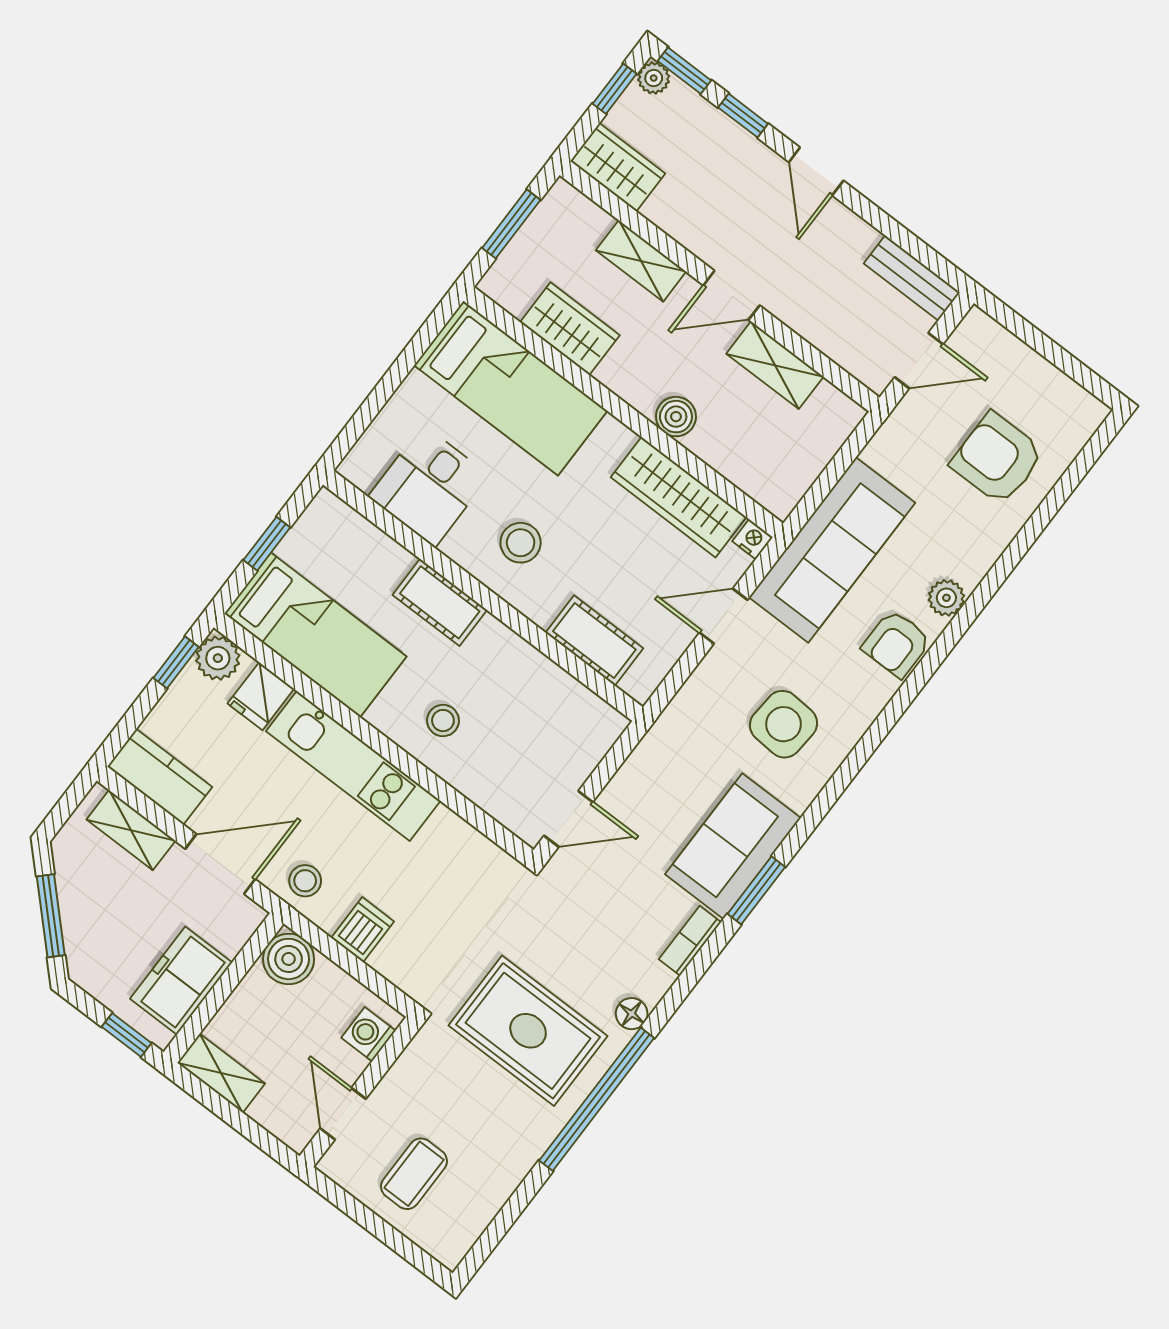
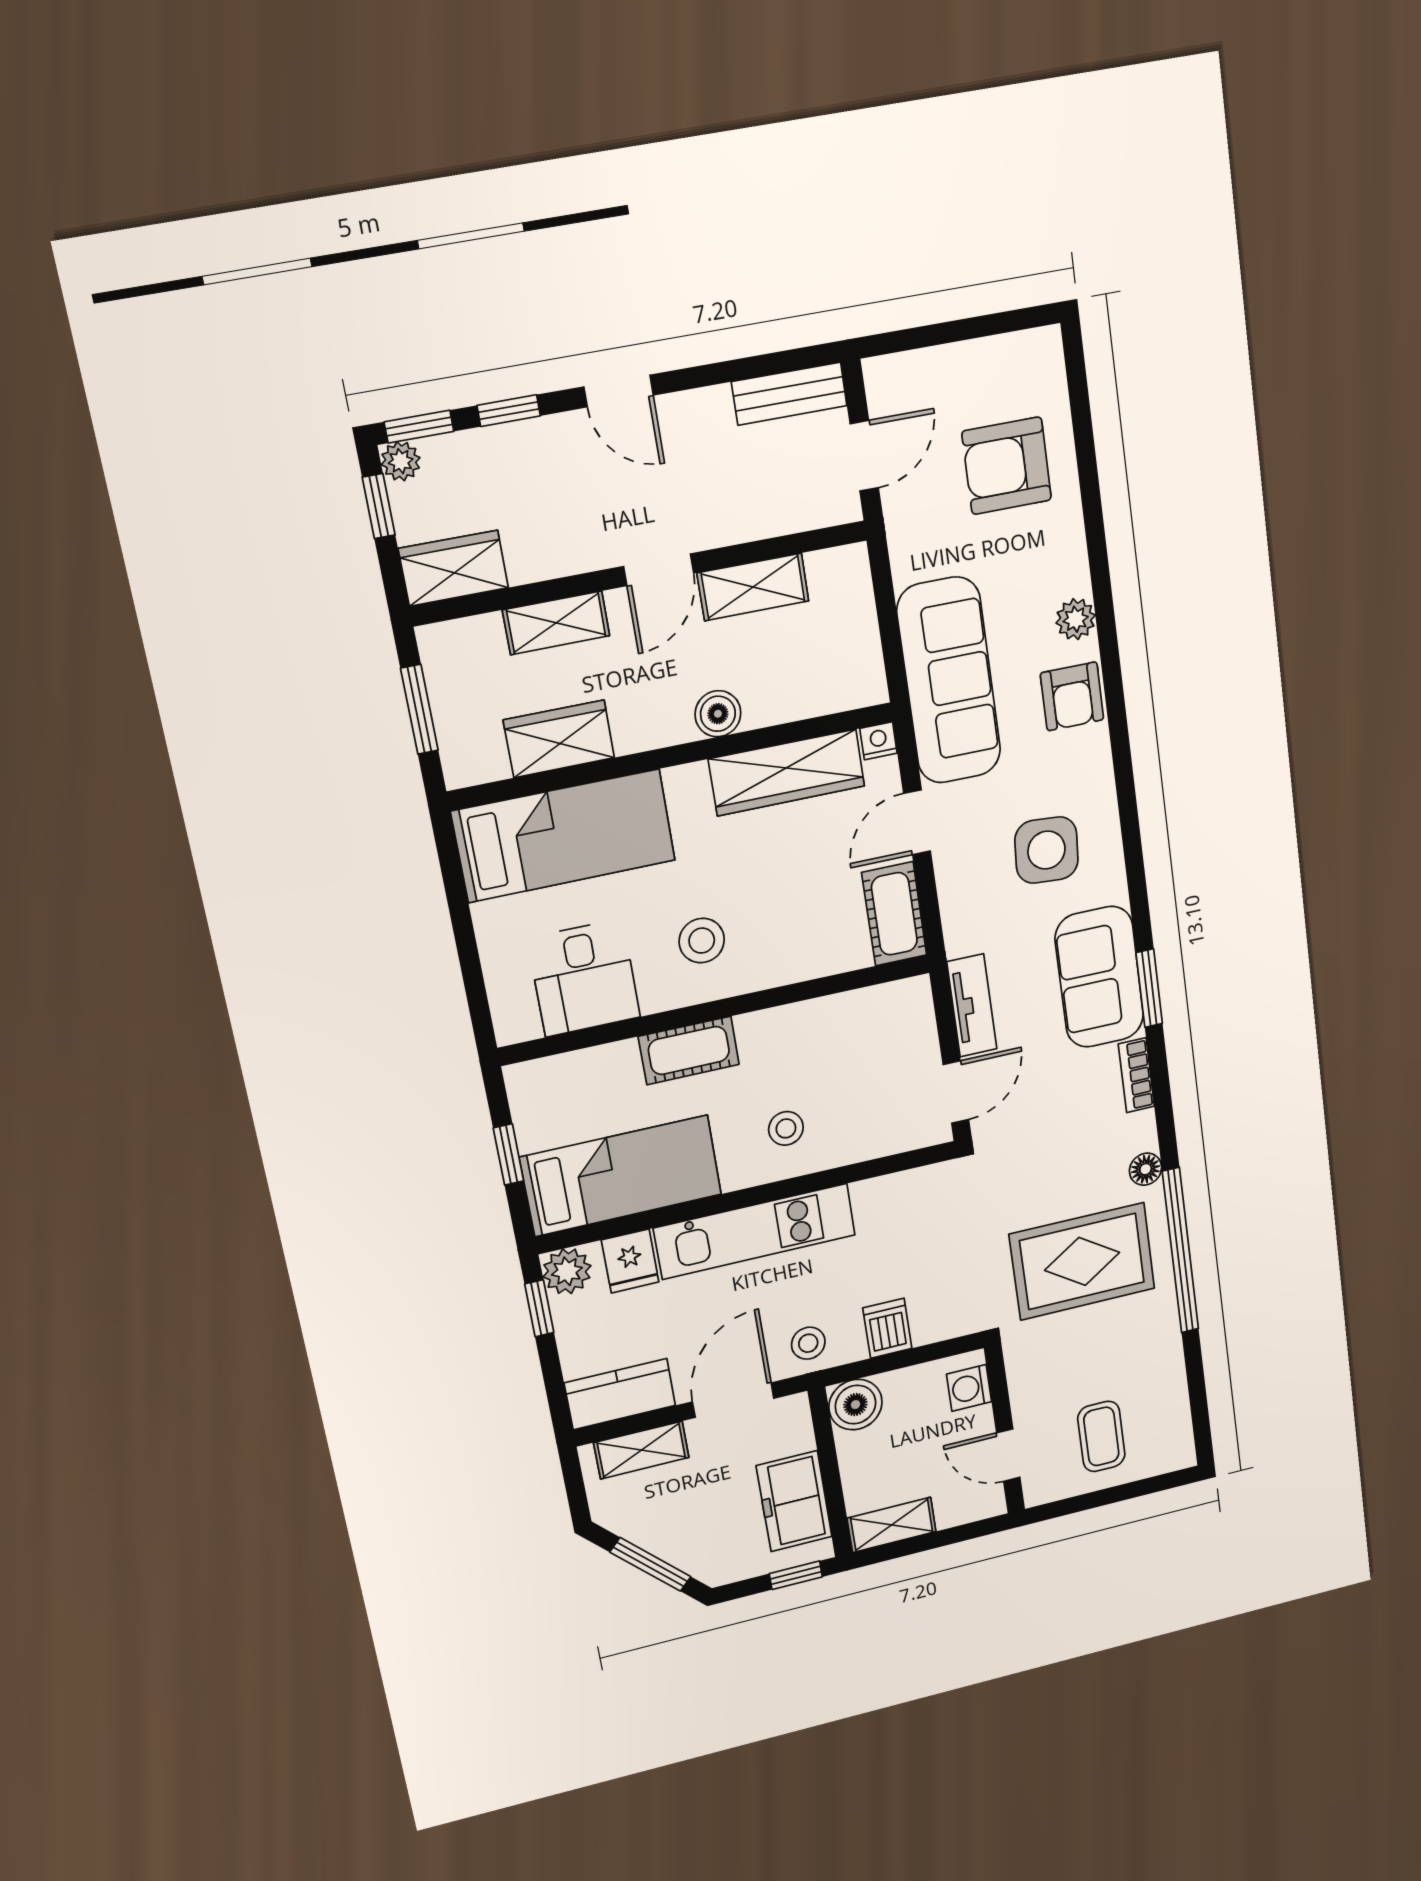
cot: (594, 640) -> (894, 914), moved, turned 90
tv unit: (636, 773) -> (972, 1005), added

